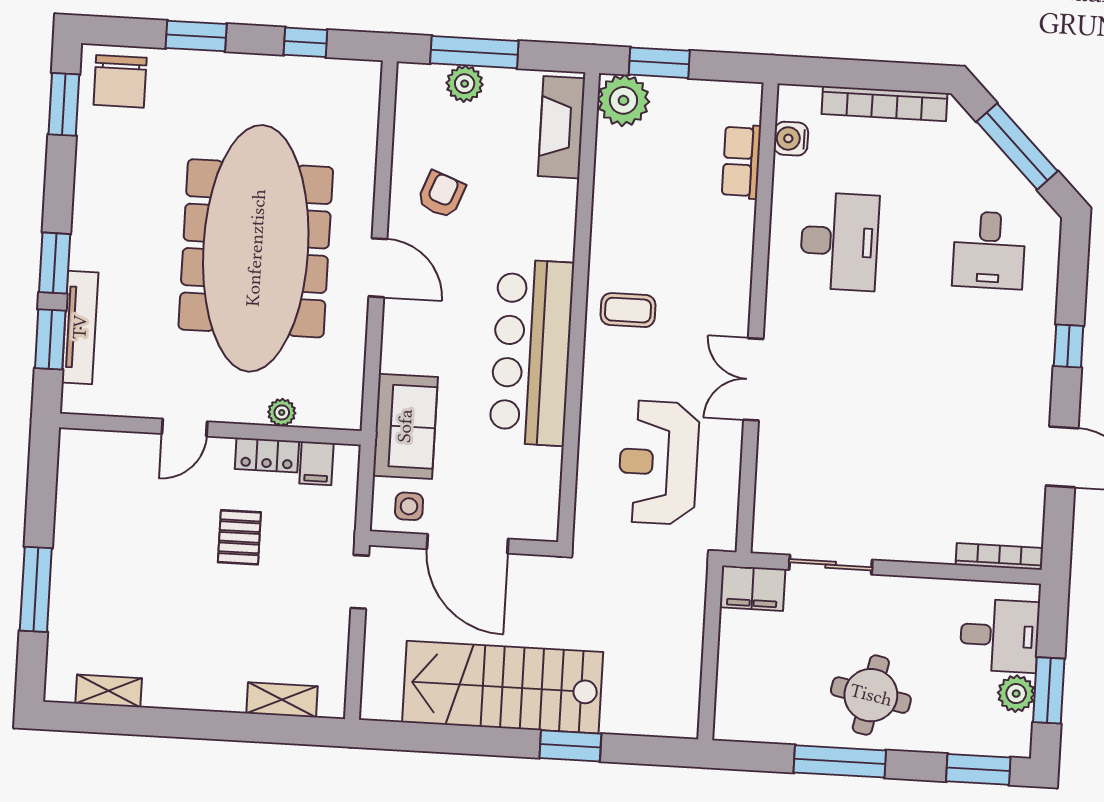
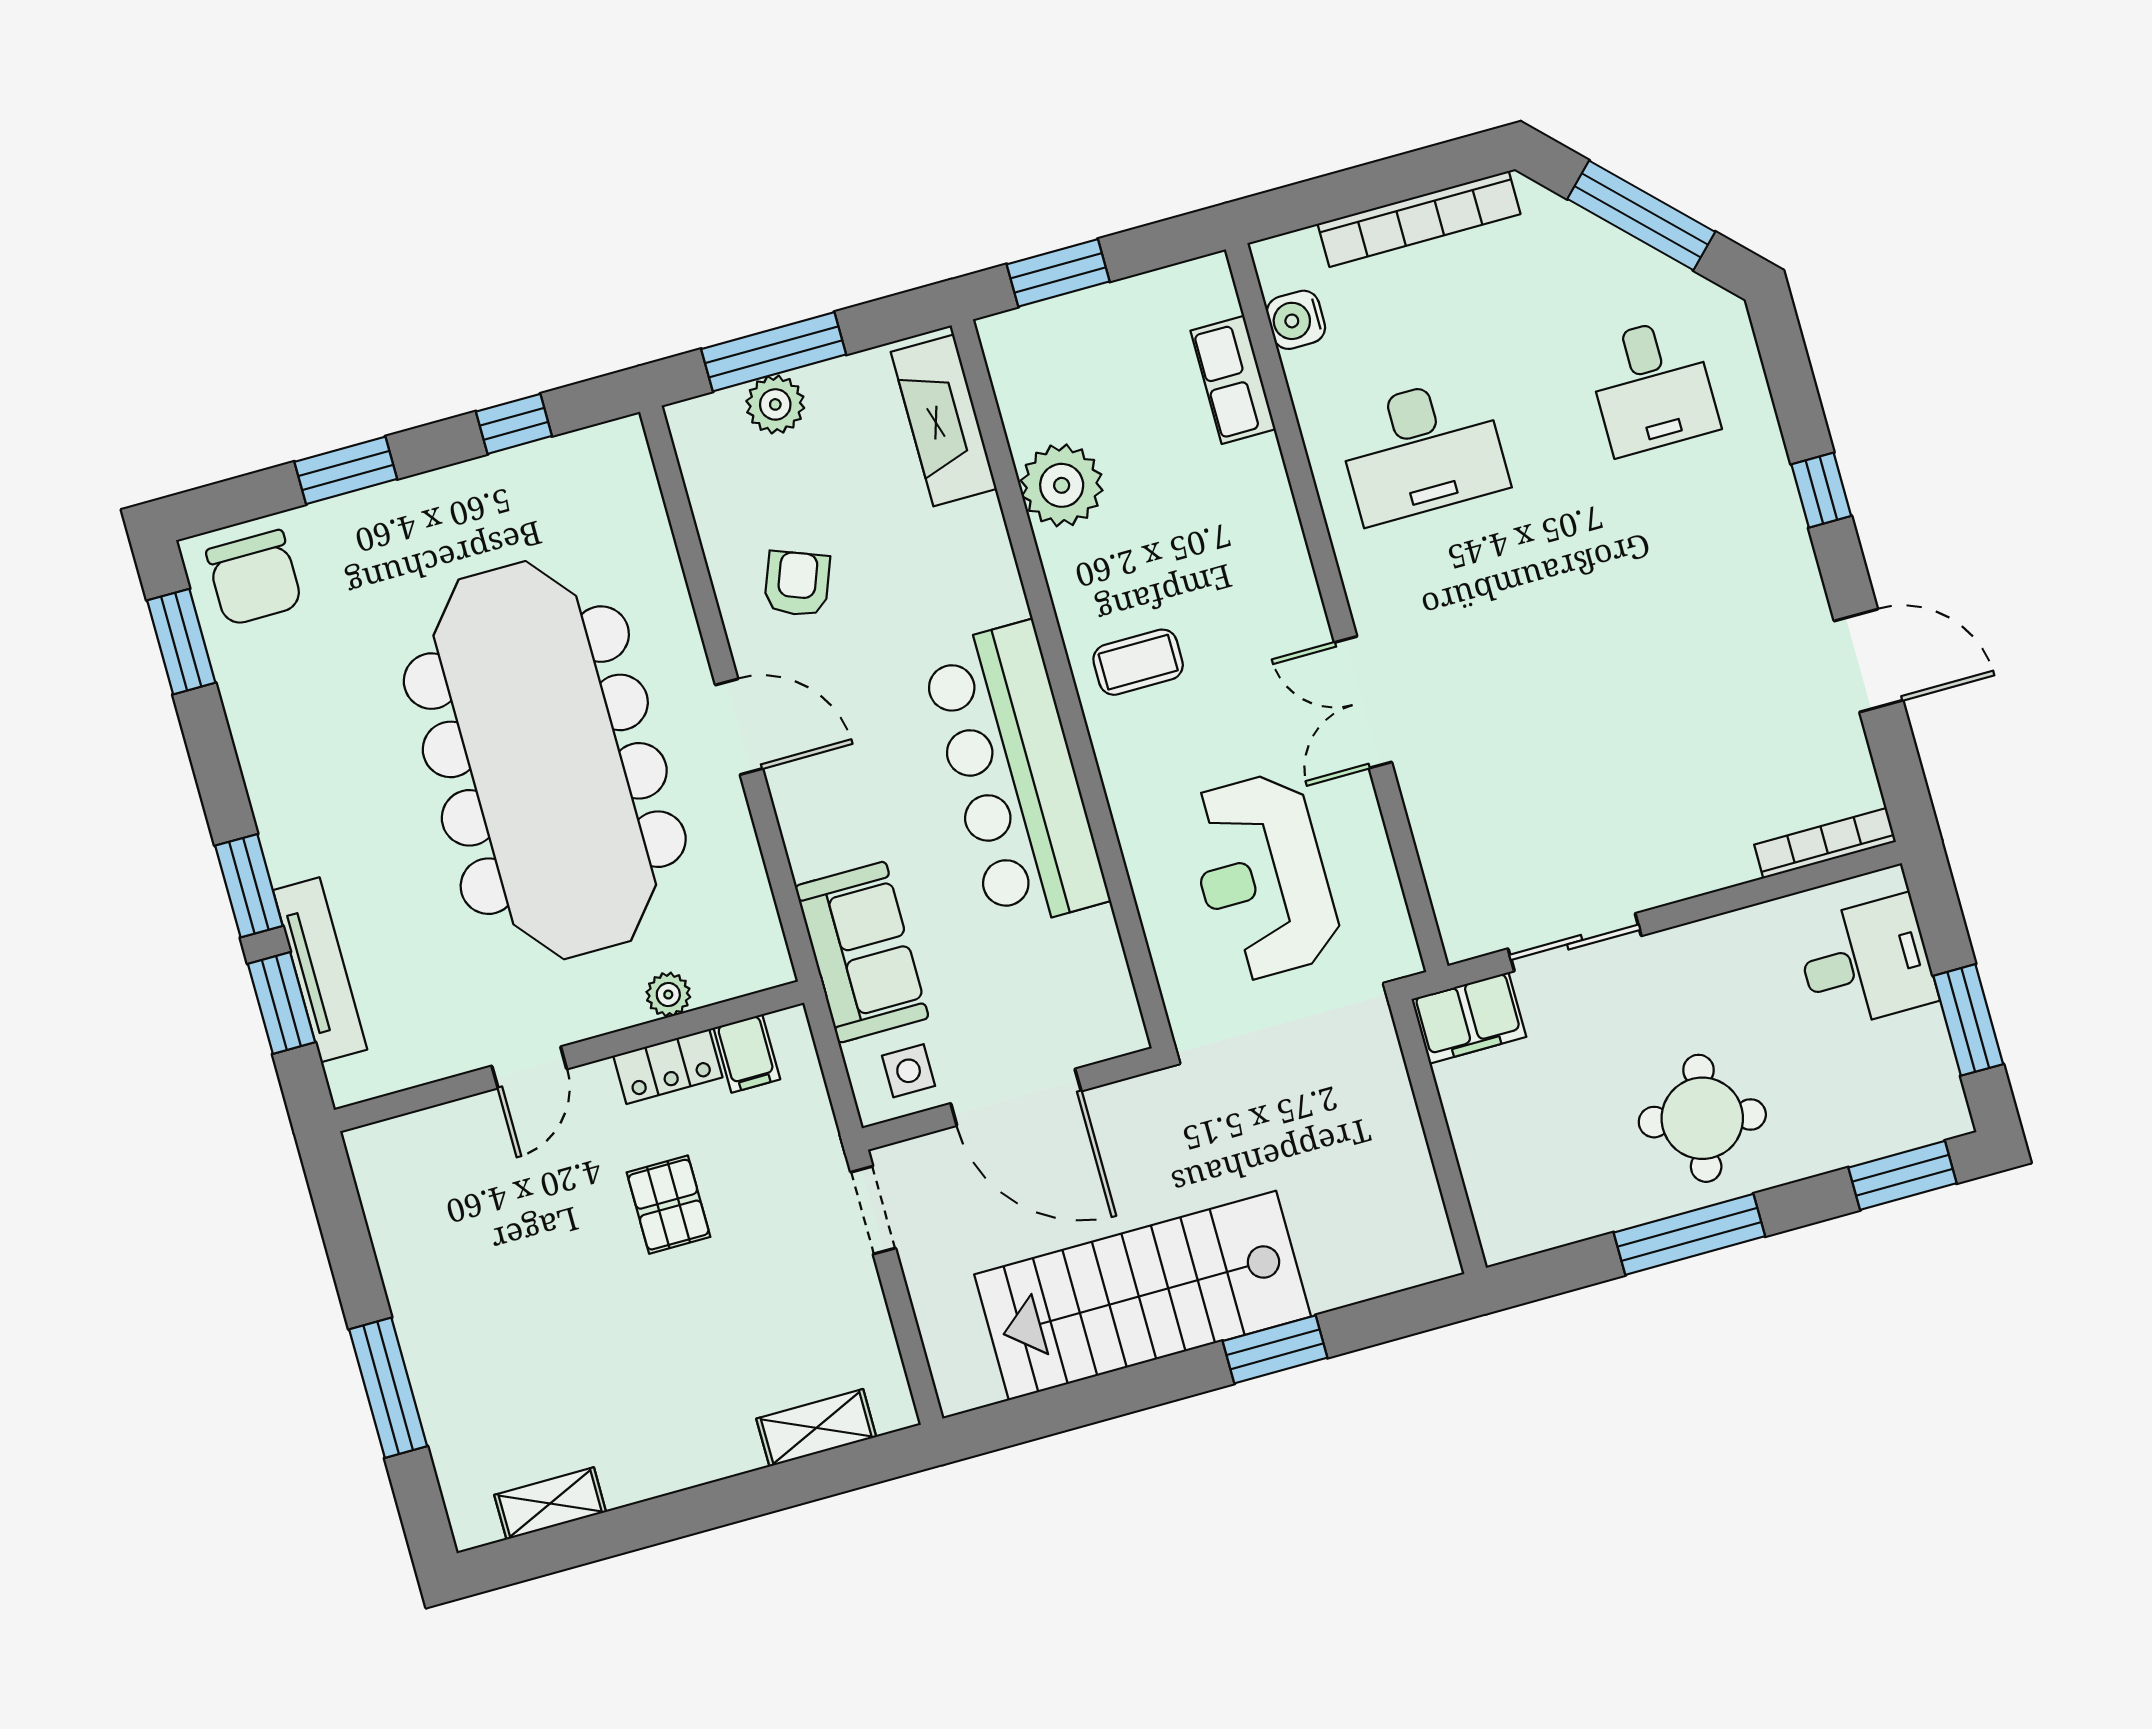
plant: (623, 100) -> (1062, 485), moved
desk: (839, 241) -> (1422, 450), turned 90
plant: (1016, 694) -> (1921, 1041), removed

